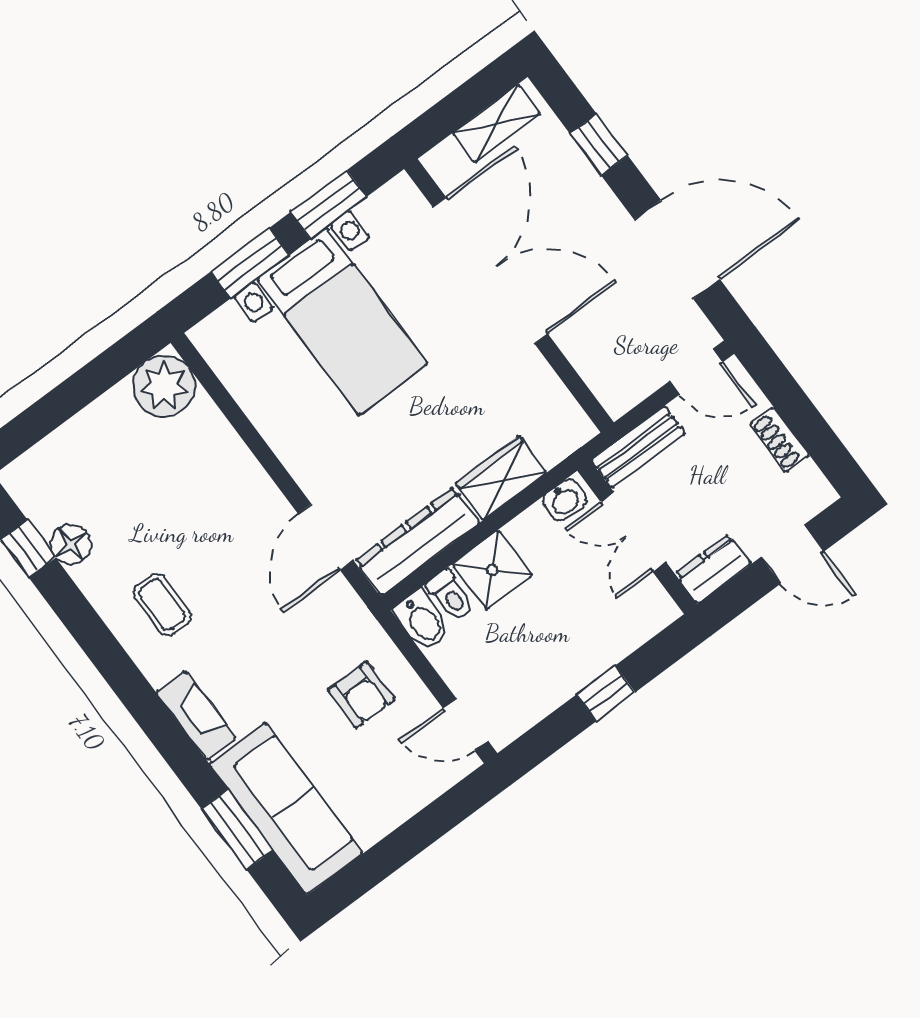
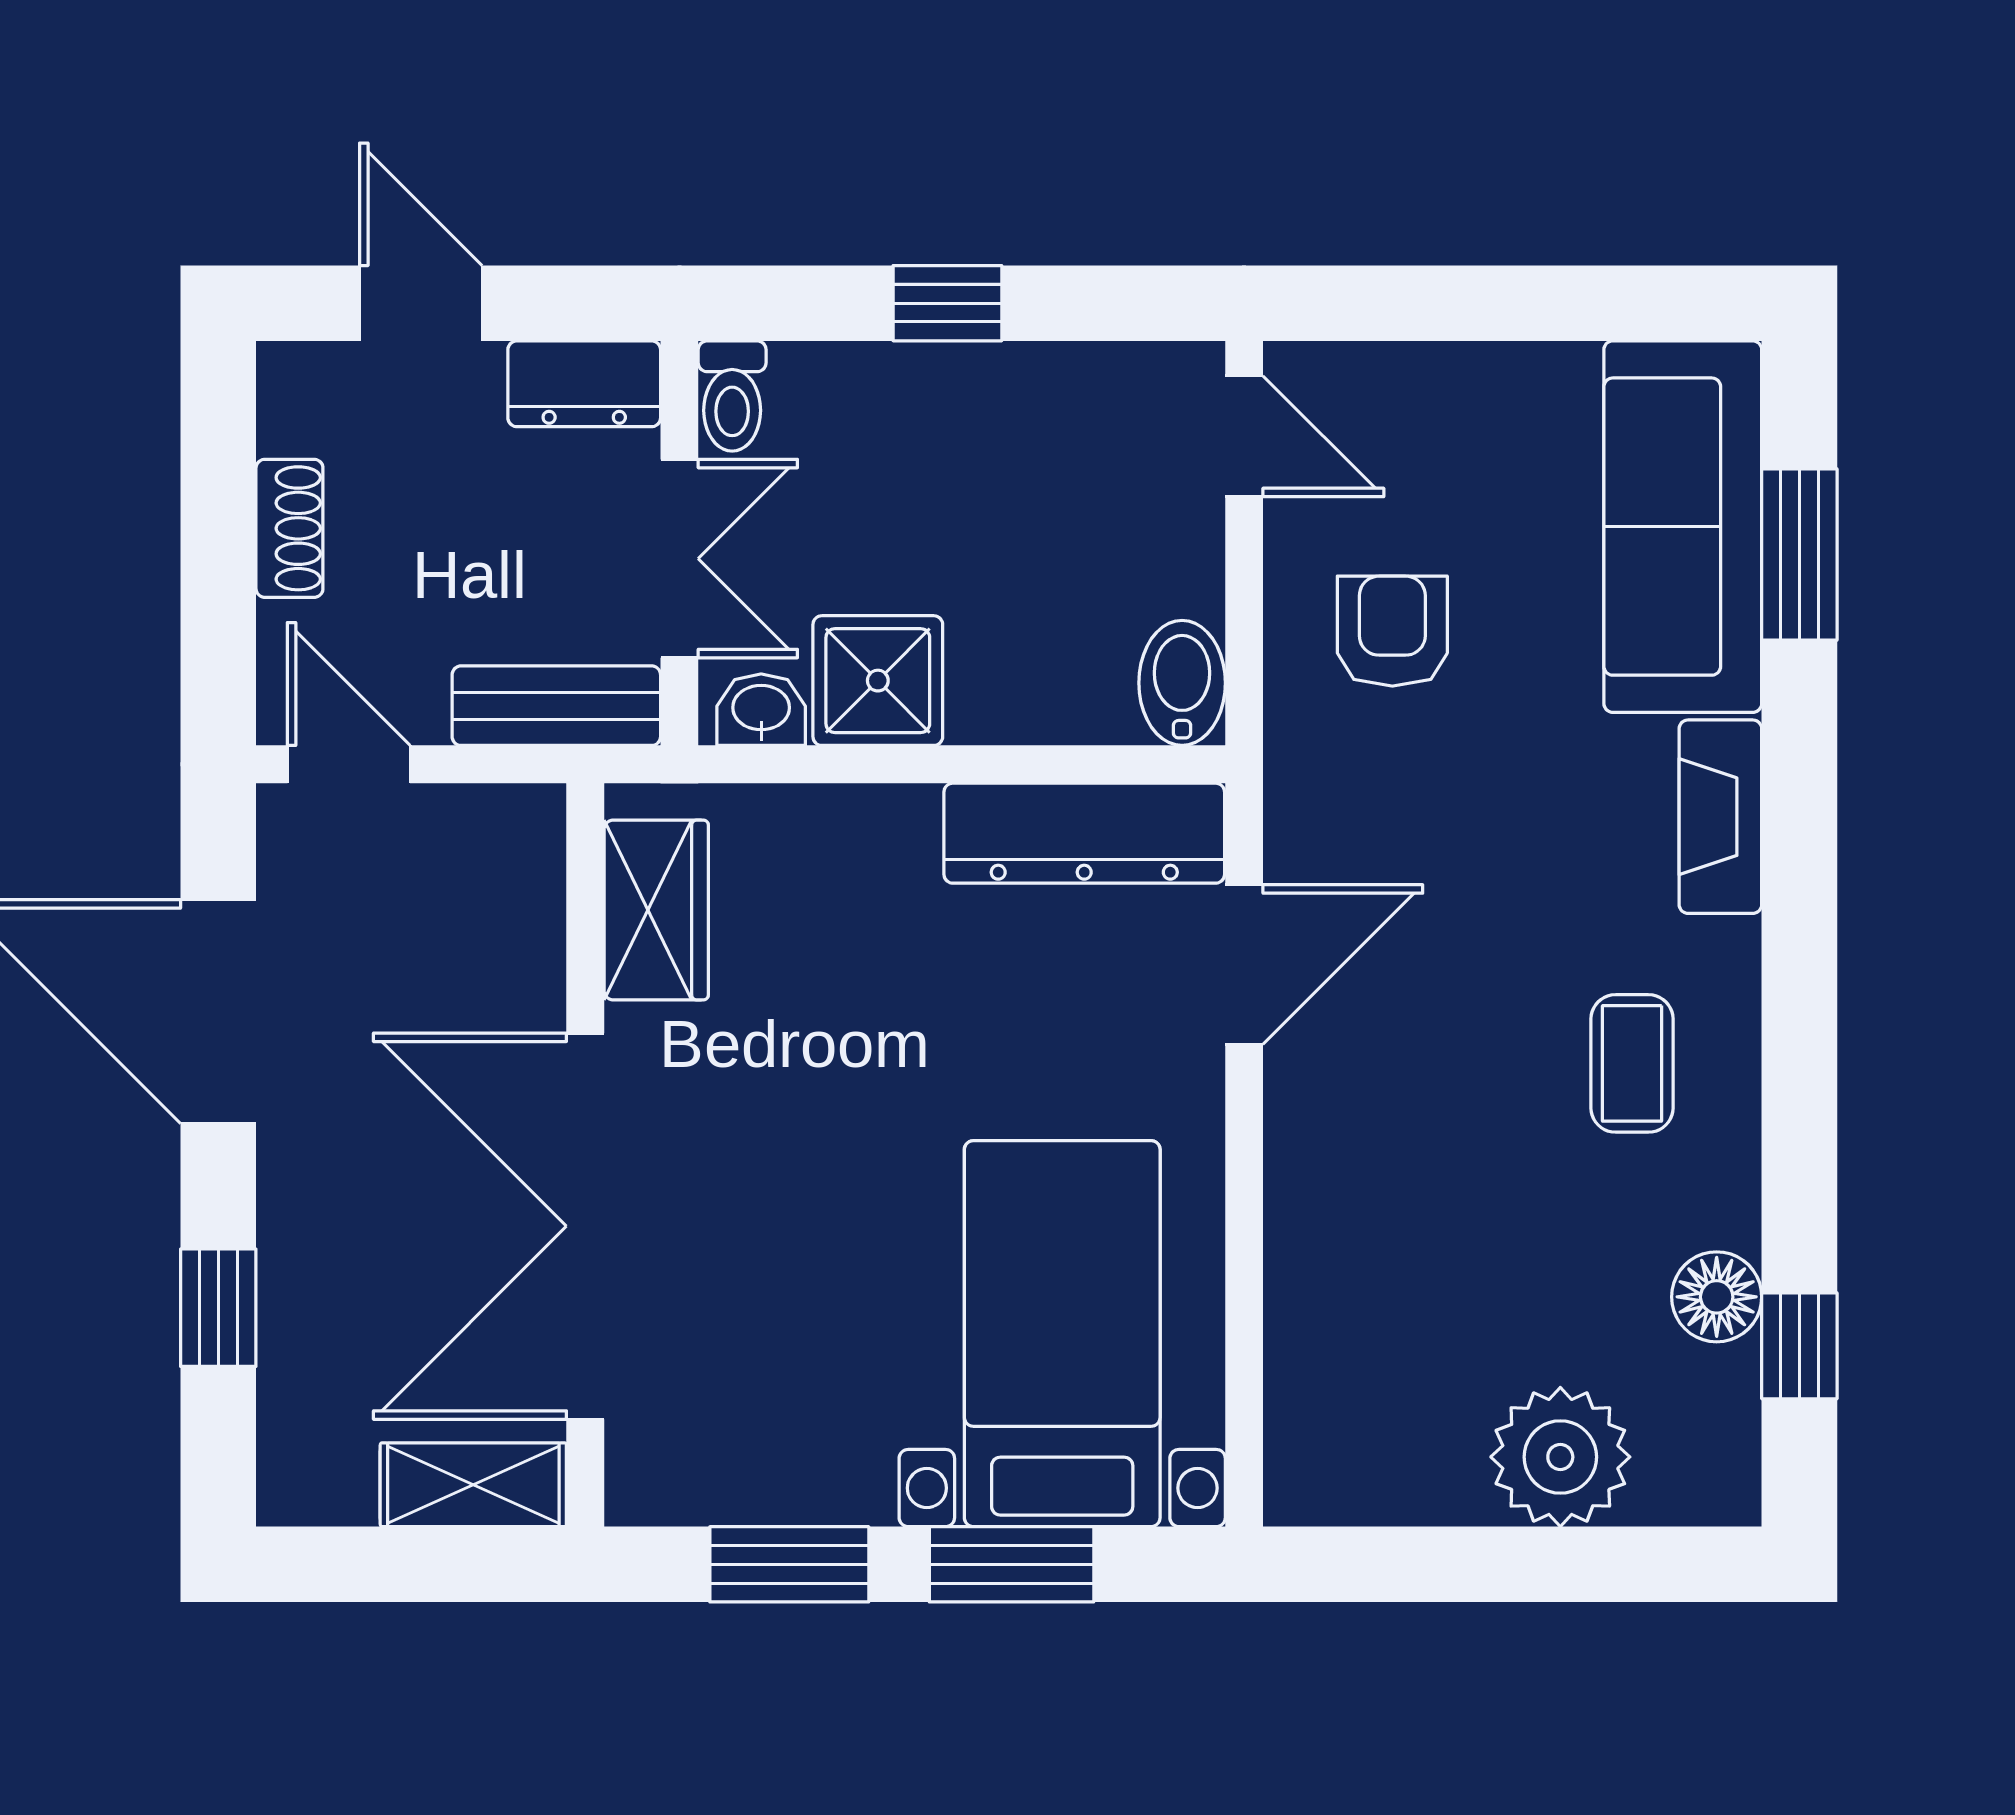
shelving: (496, 123) -> (473, 1485), moved
bed with nightstands: (342, 321) -> (1062, 1334), moved
plant: (164, 386) -> (1560, 1457), moved
wardrobe: (501, 478) -> (656, 910), moved, turned -90
shower: (492, 570) -> (878, 681), moved
toilet: (450, 596) -> (732, 396), moved, turned 180

